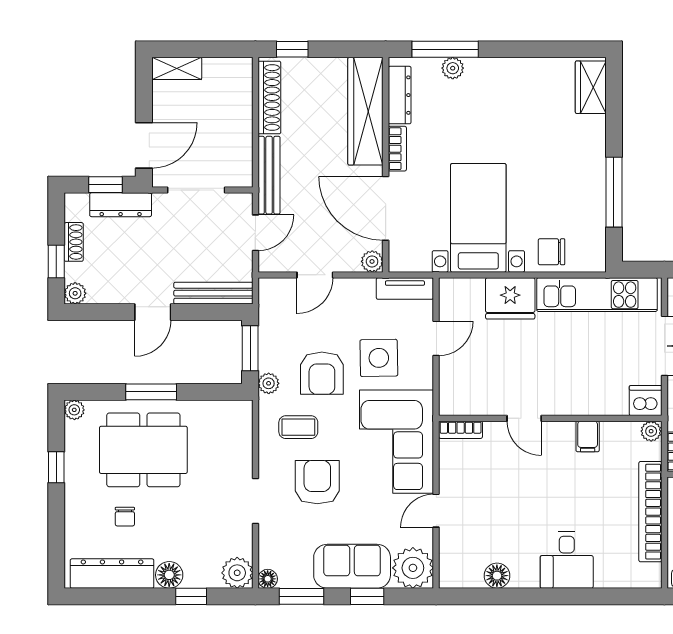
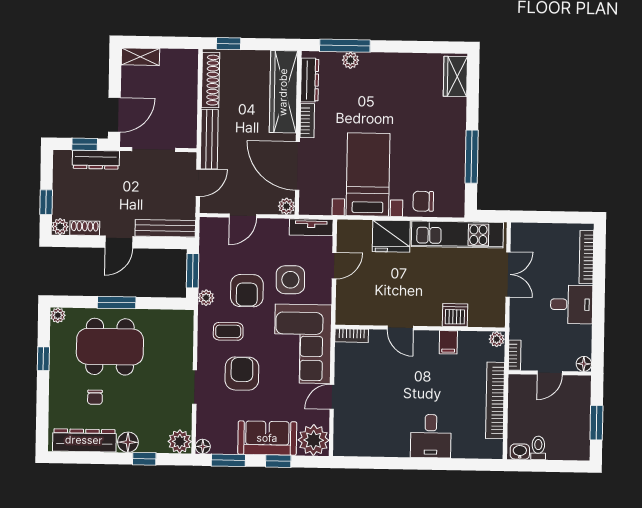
shoe rack: (74, 242) -> (85, 228), moved, turned -90
dishwasher: (646, 401) -> (455, 315), moved
floor lamp: (497, 576) -> (377, 447), removed

